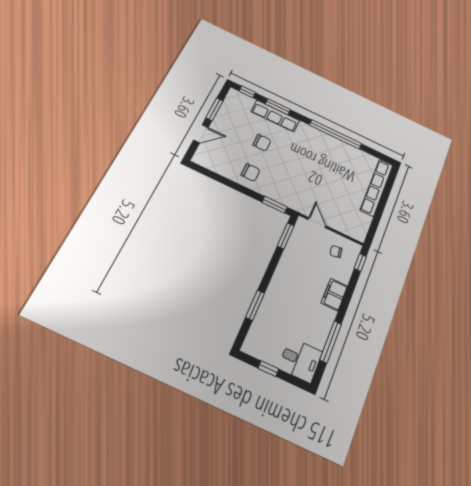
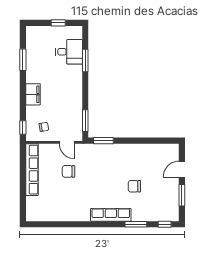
row of seats: (275, 116) -> (111, 215), moved
window: (335, 134) -> (81, 224), removed
chair: (251, 172) -> (68, 171), moved
row of seats: (377, 188) -> (32, 170), moved
window: (331, 342) -> (23, 60), width x0.69
desk: (300, 360) -> (69, 52), moved, turned 180

